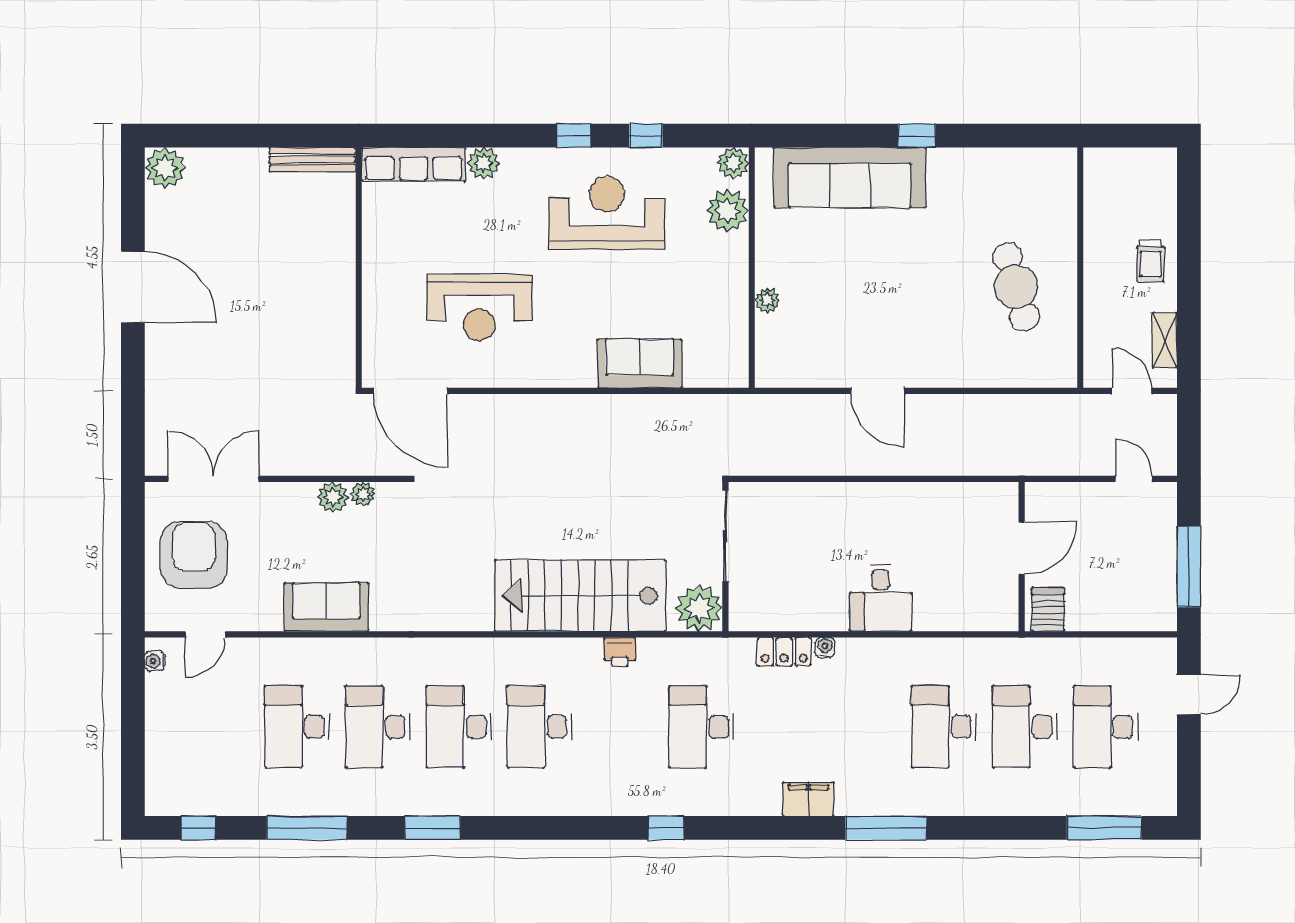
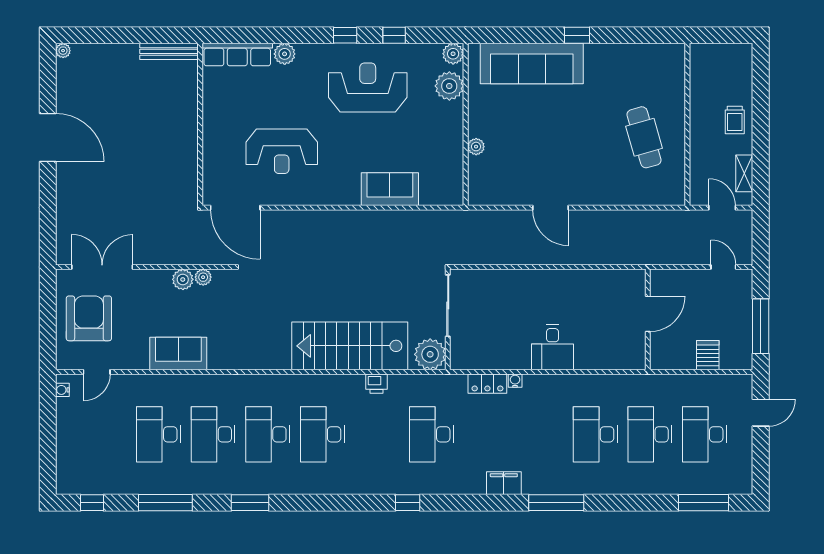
plant: (165, 168) -> (63, 51), width x0.53, depth x0.53
server rack: (1048, 610) -> (708, 355), moved

